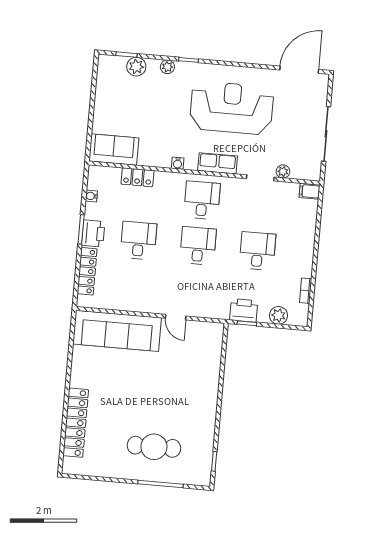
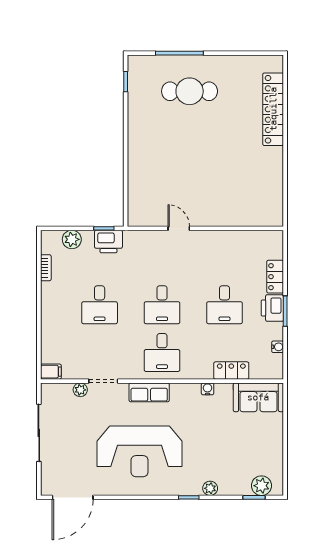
plant: (136, 67) -> (261, 486), moved
water cooler: (178, 163) -> (208, 389), moved
locker: (87, 271) -> (275, 277), width x0.66
sofa: (117, 331) -> (239, 209), removed

